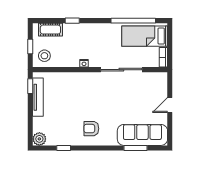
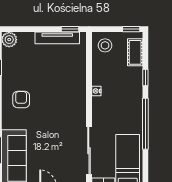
window: (133, 21) -> (145, 124), moved
window: (30, 46) -> (131, 29), moved
sliding door: (121, 70) -> (89, 151), moved

